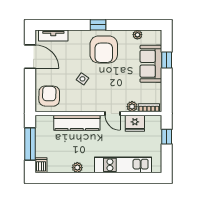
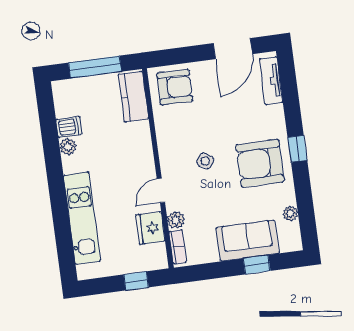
side table: (82, 79) -> (205, 161), moved
kitchen counter: (77, 123) -> (133, 97), moved, width x0.67
dishwasher: (41, 165) -> (69, 127), moved

